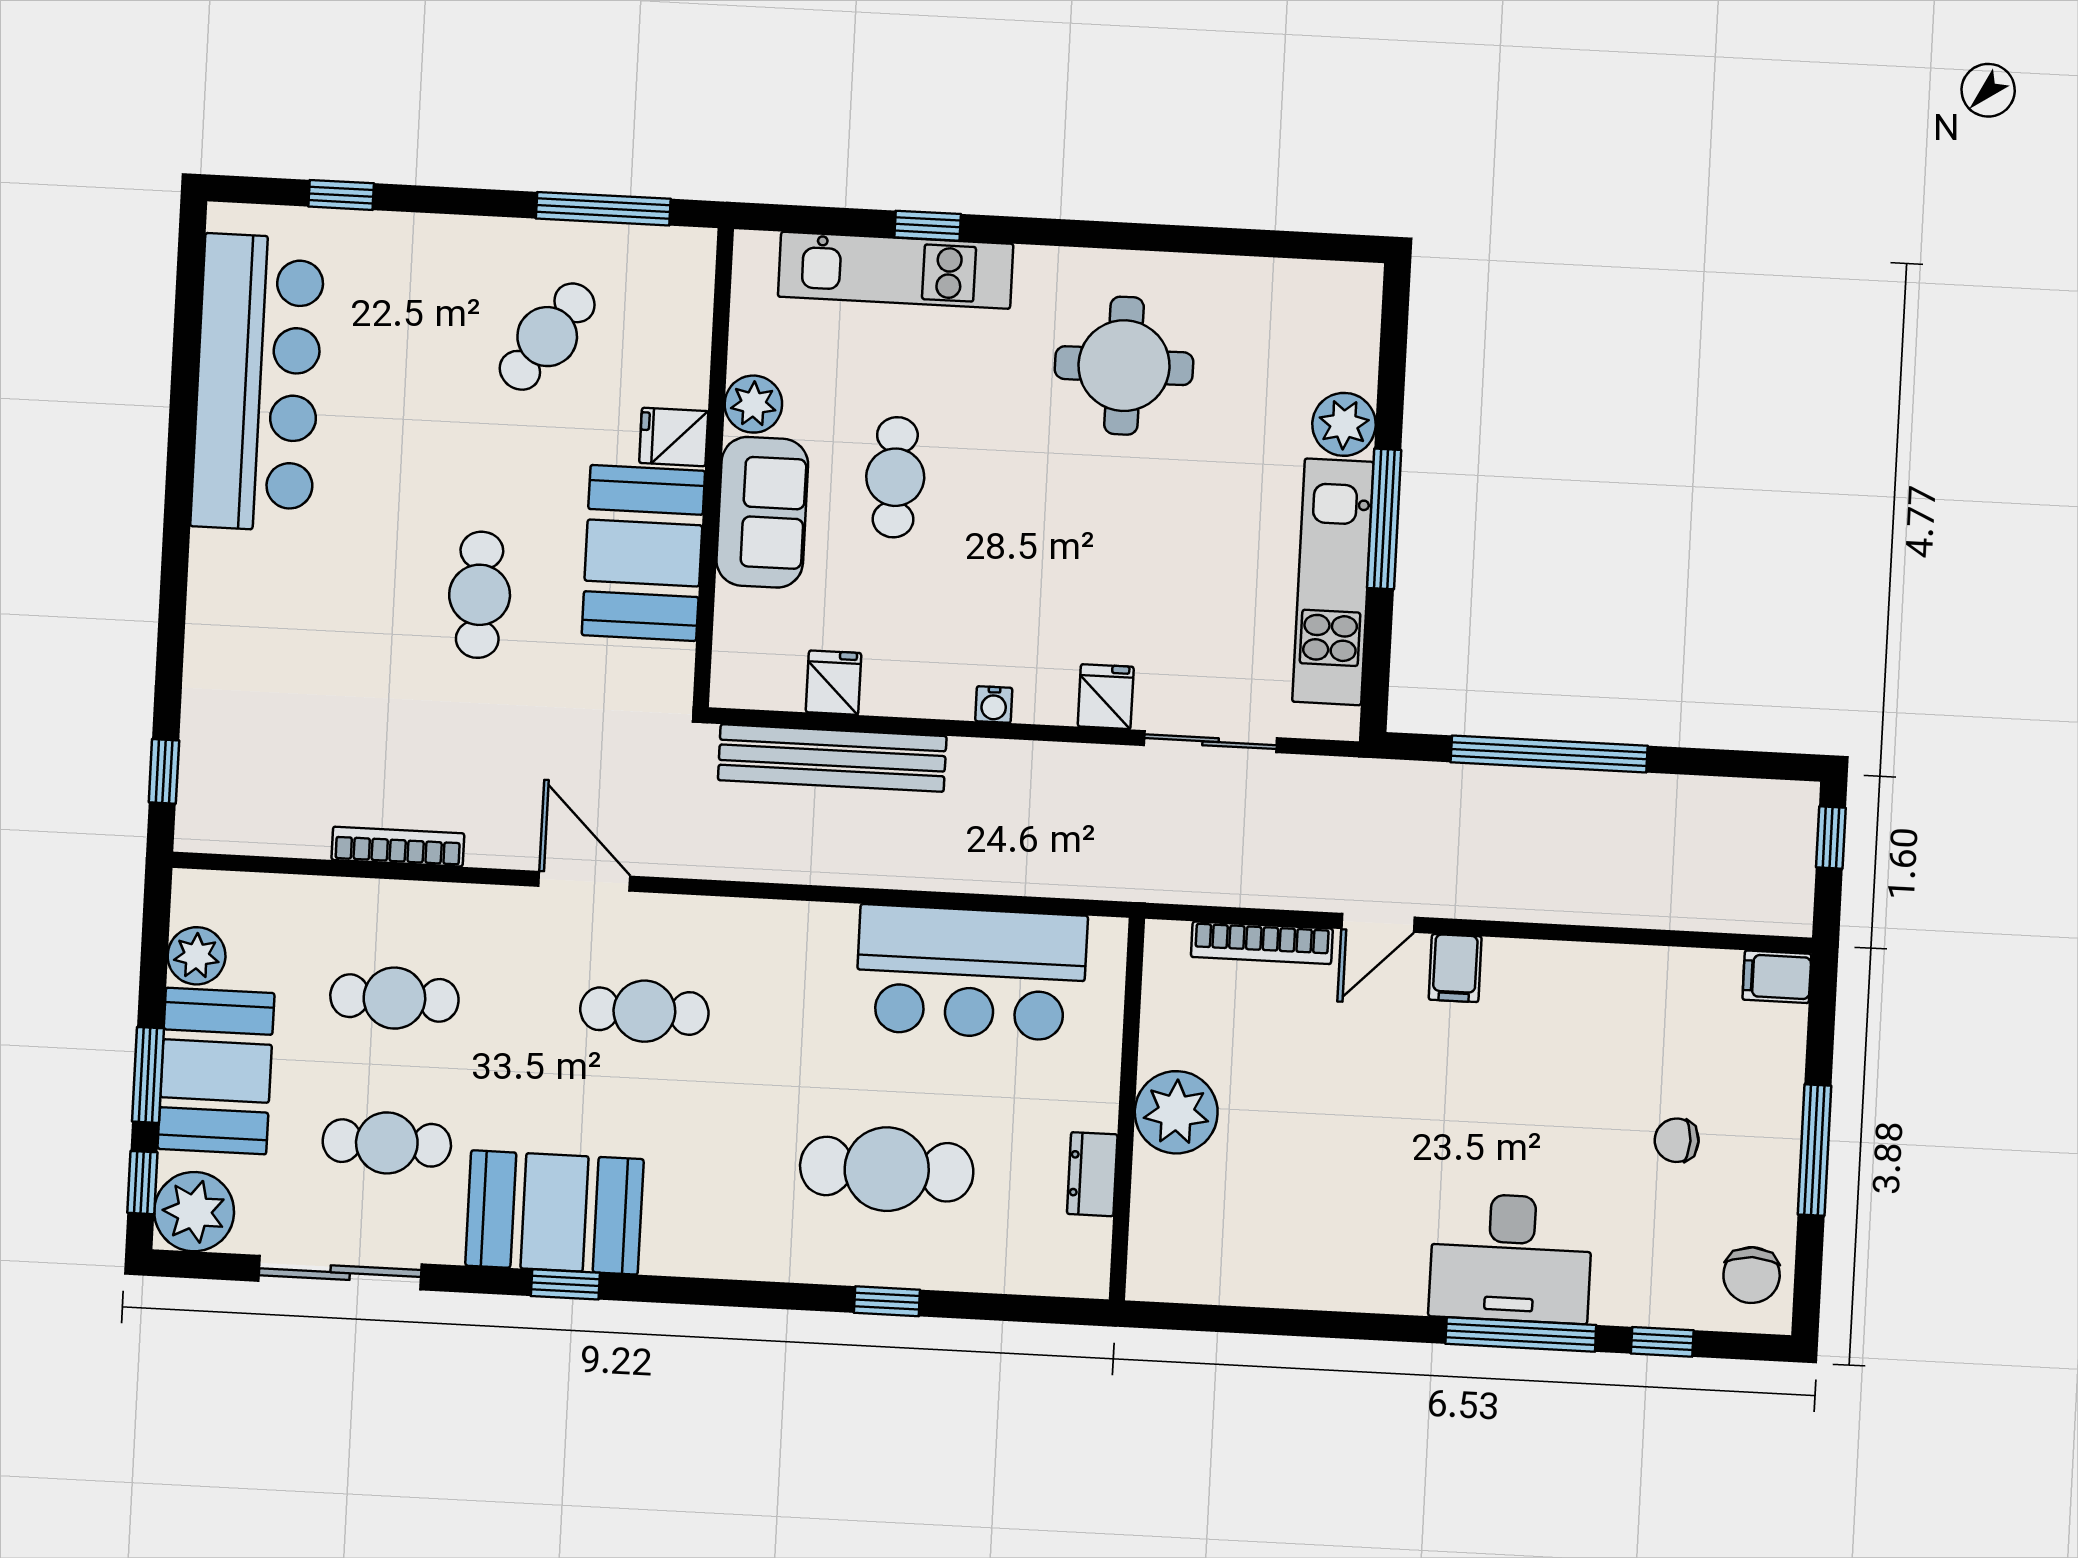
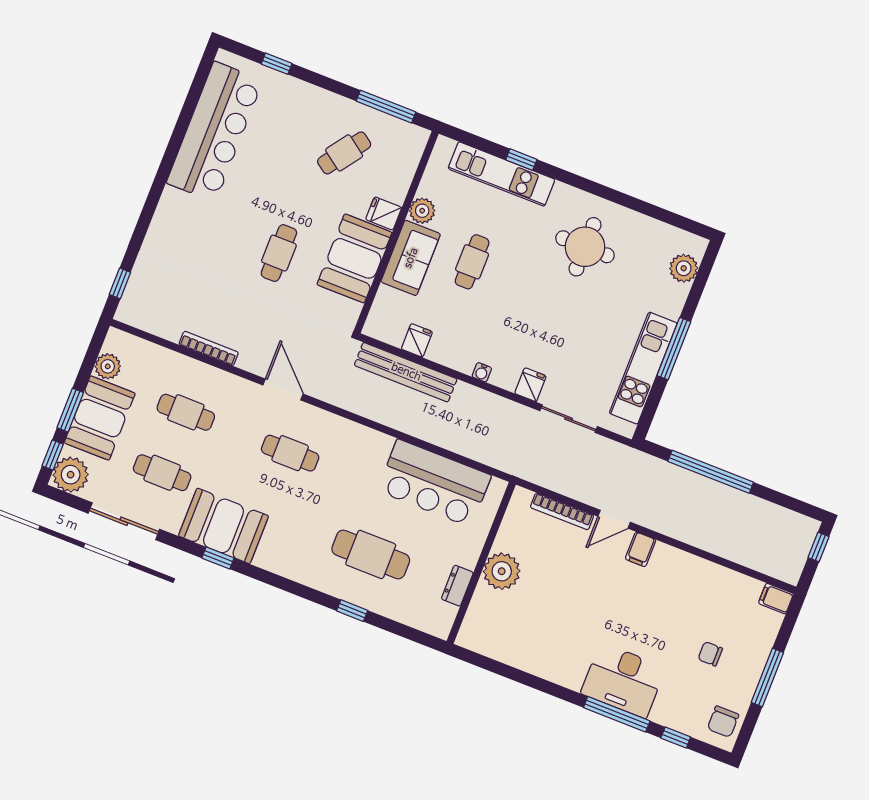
plant: (1344, 424) -> (684, 268), moved

